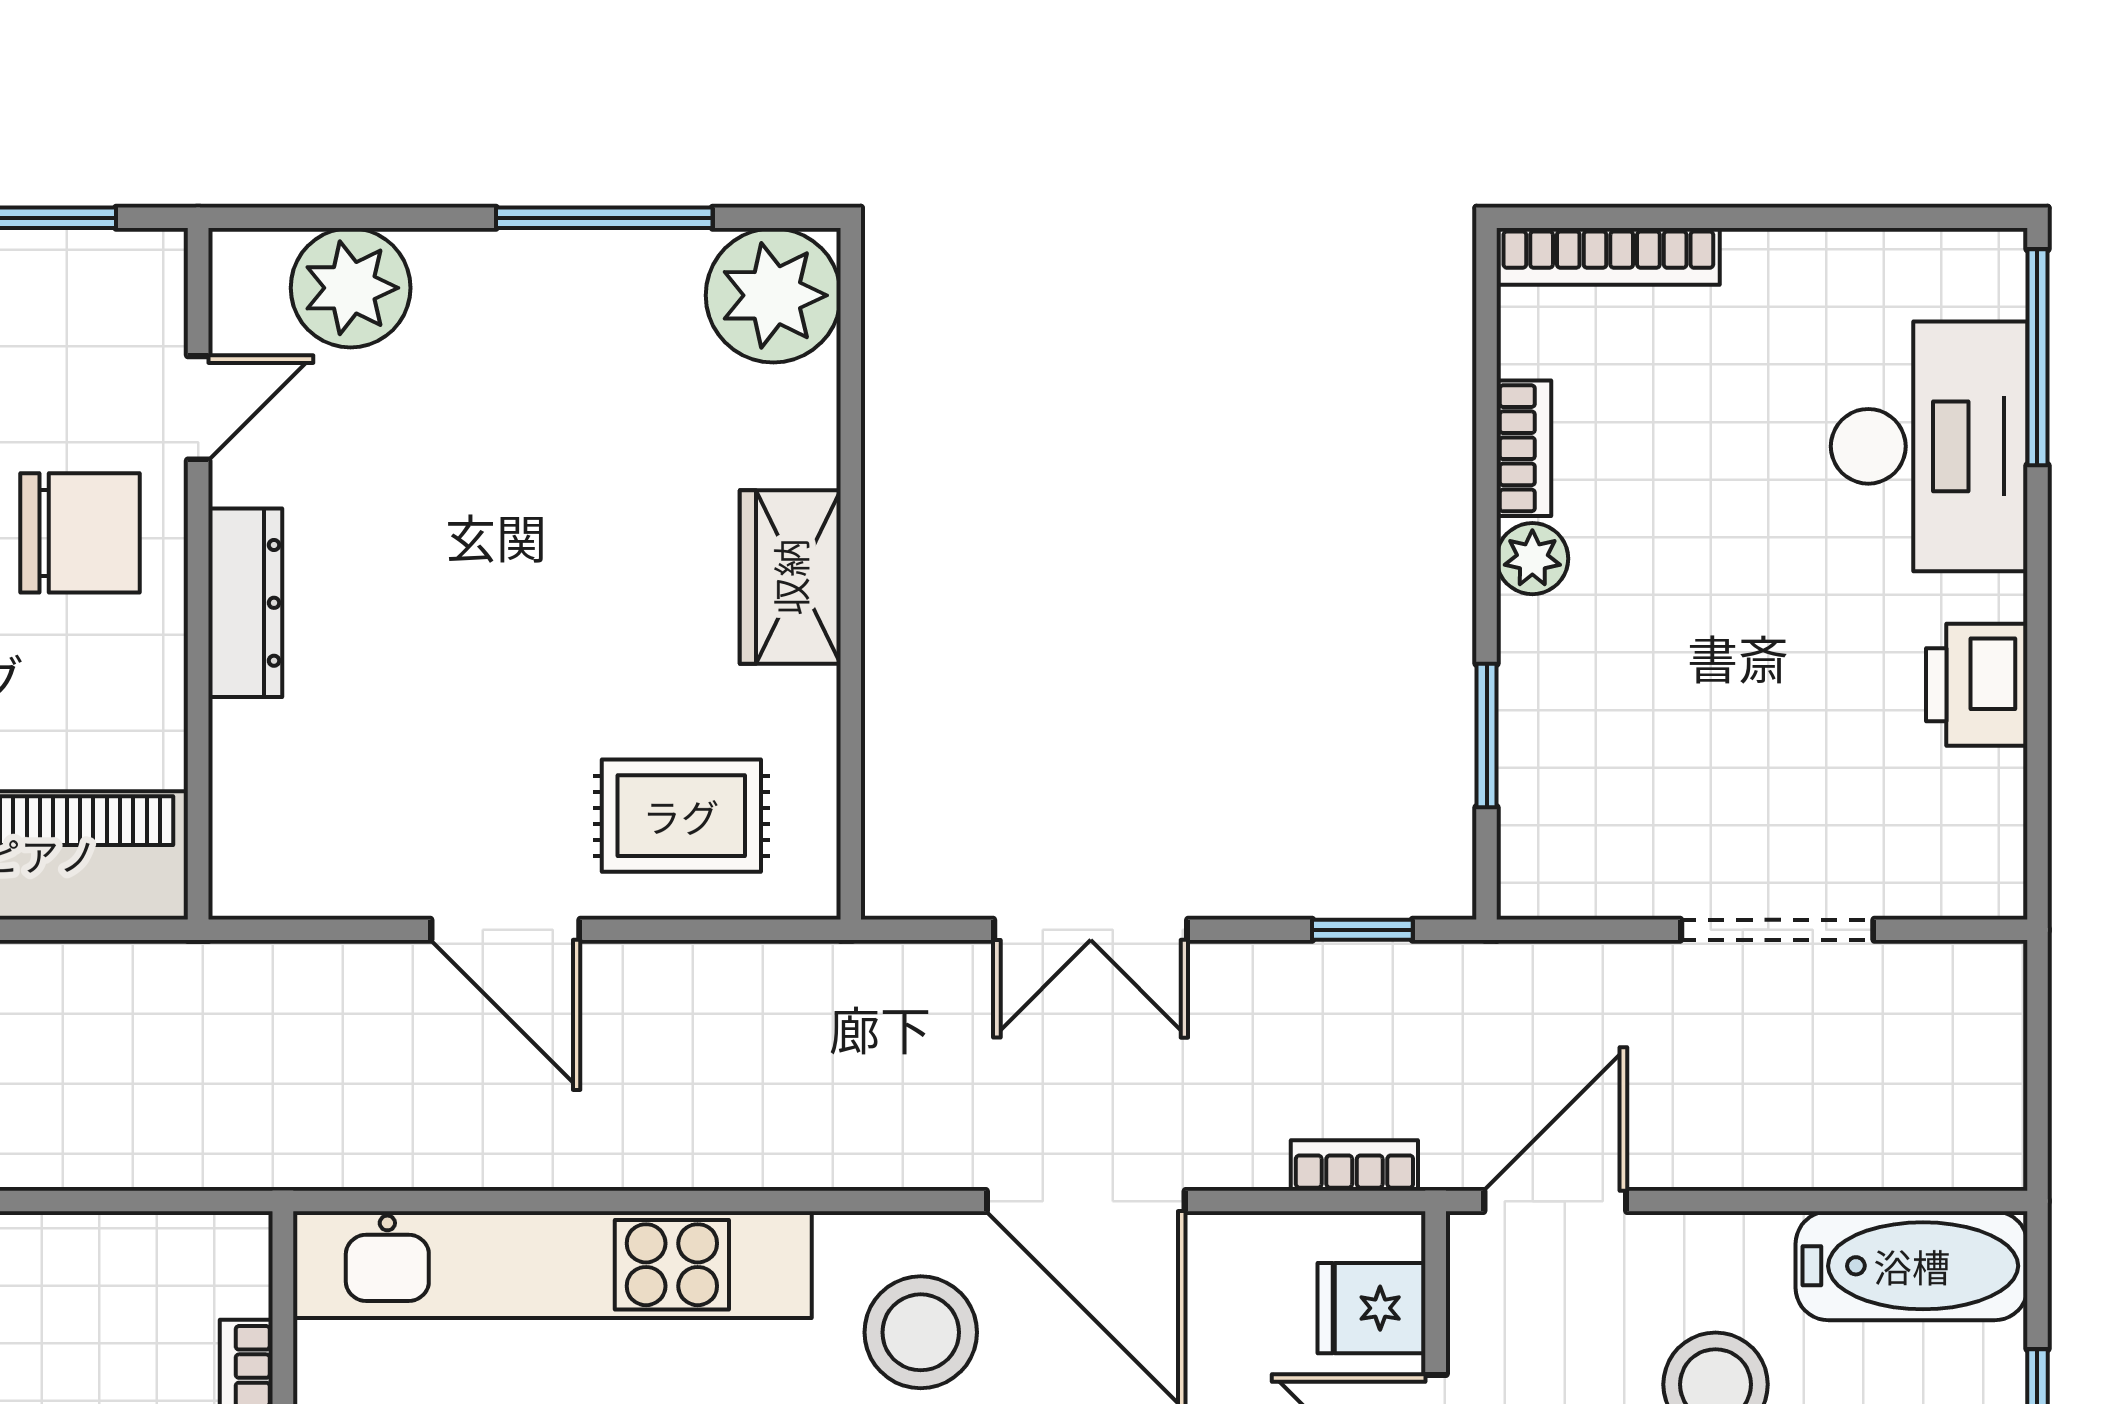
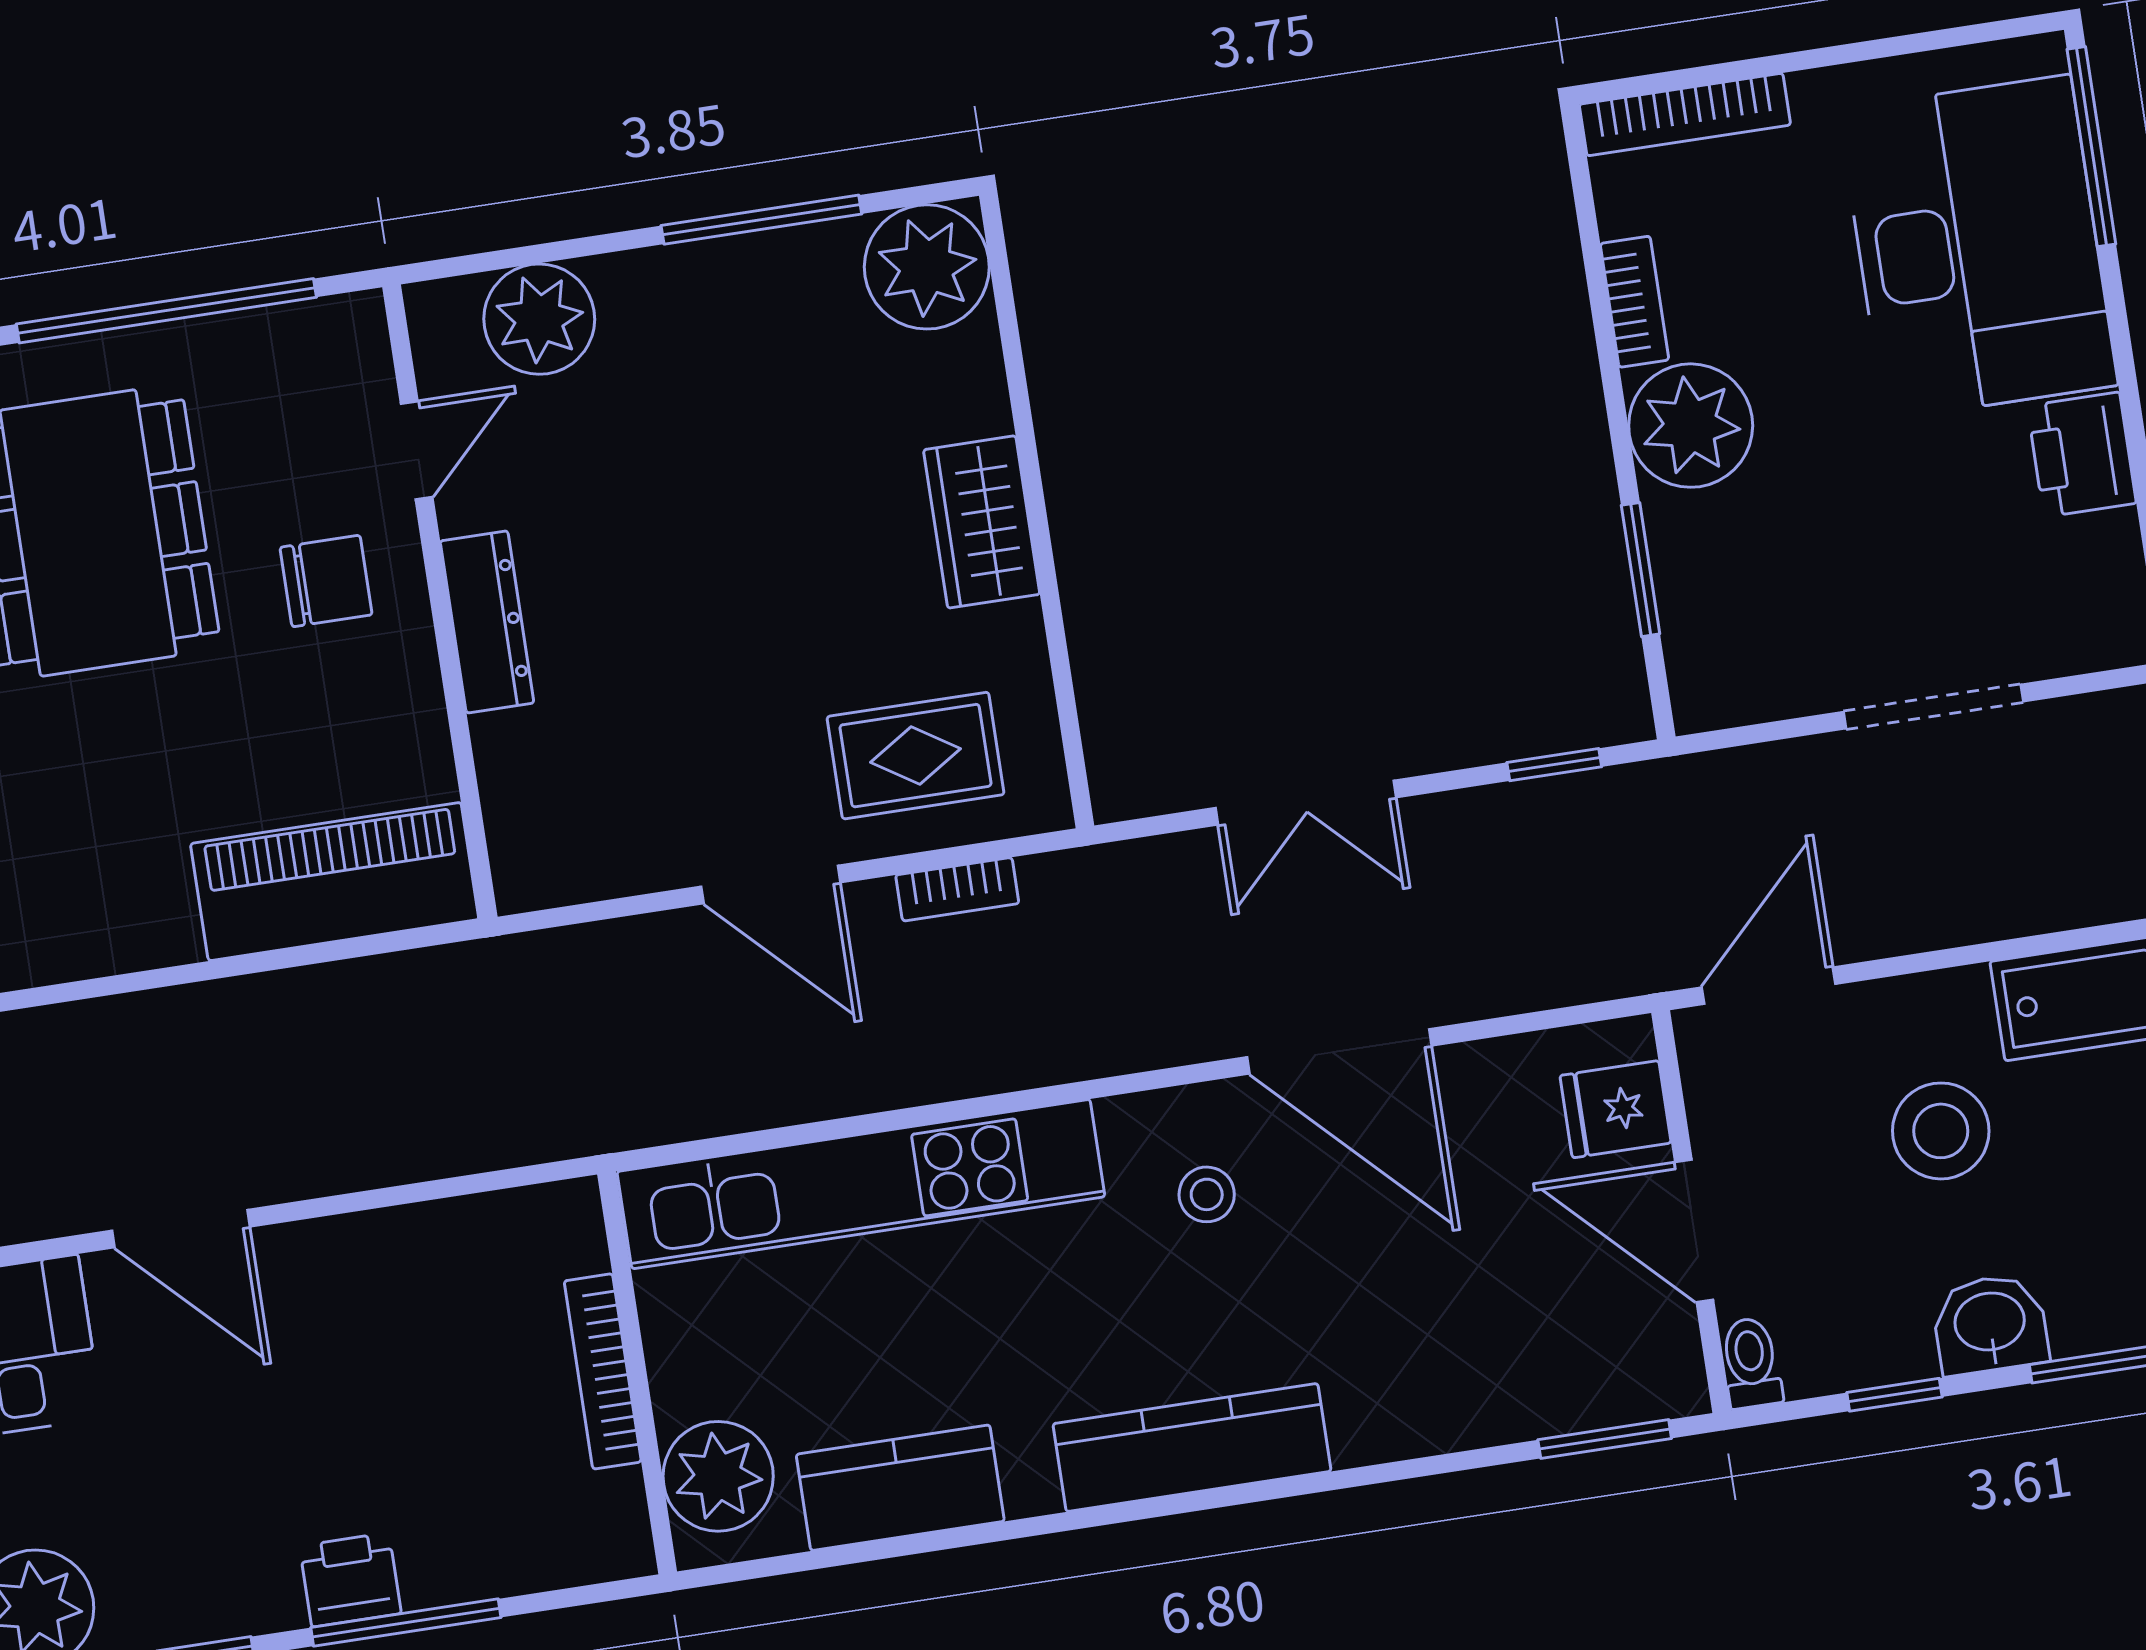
desk: (1929, 446) -> (1978, 247), width x1.36, depth x1.30
chair: (80, 533) -> (326, 581), width x0.73, depth x0.73
plant: (1532, 559) -> (1691, 426), width x1.88, depth x1.88
bookcase: (1354, 1165) -> (957, 889), moved, turned 180
stool: (921, 1332) -> (1207, 1194), width x0.53, depth x0.53

